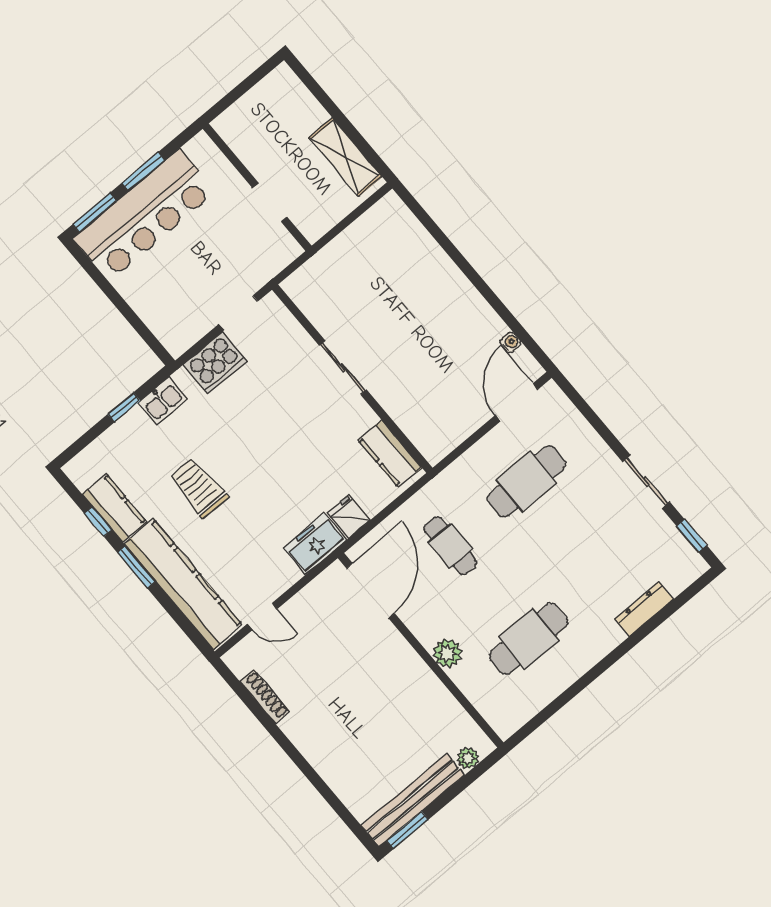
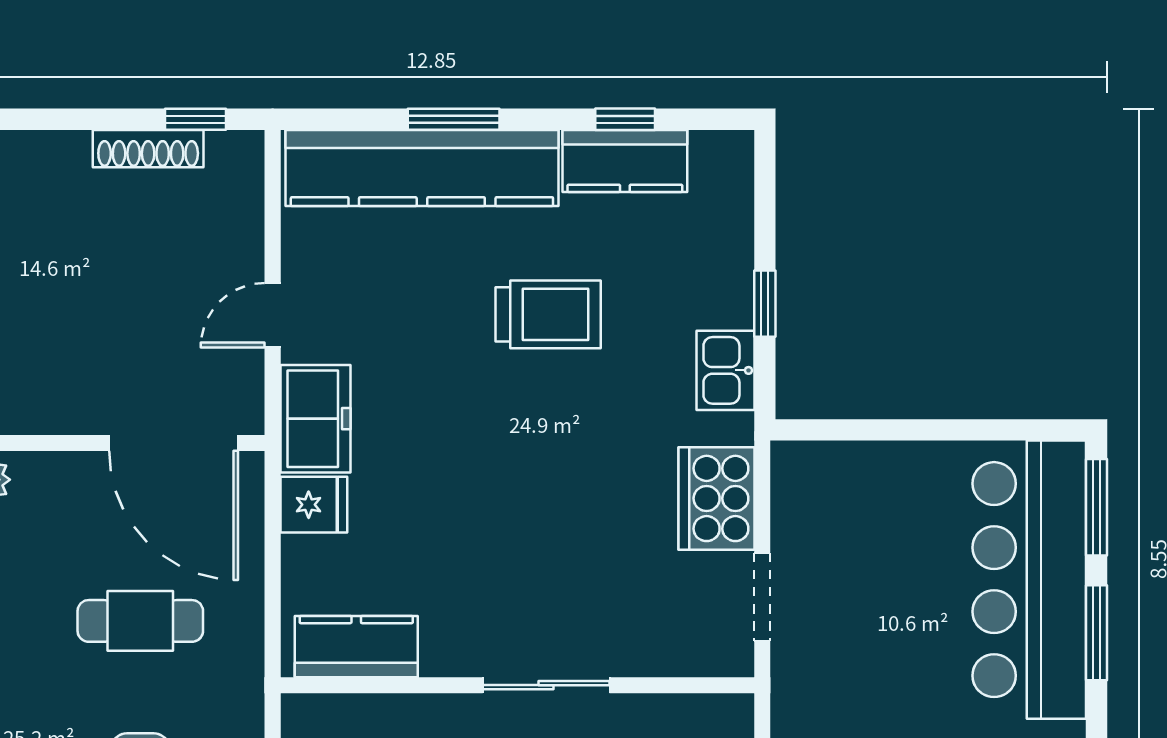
window: (136, 567) -> (454, 119), moved
door: (262, 617) -> (273, 315), moved
window: (238, 688) -> (196, 119), added

